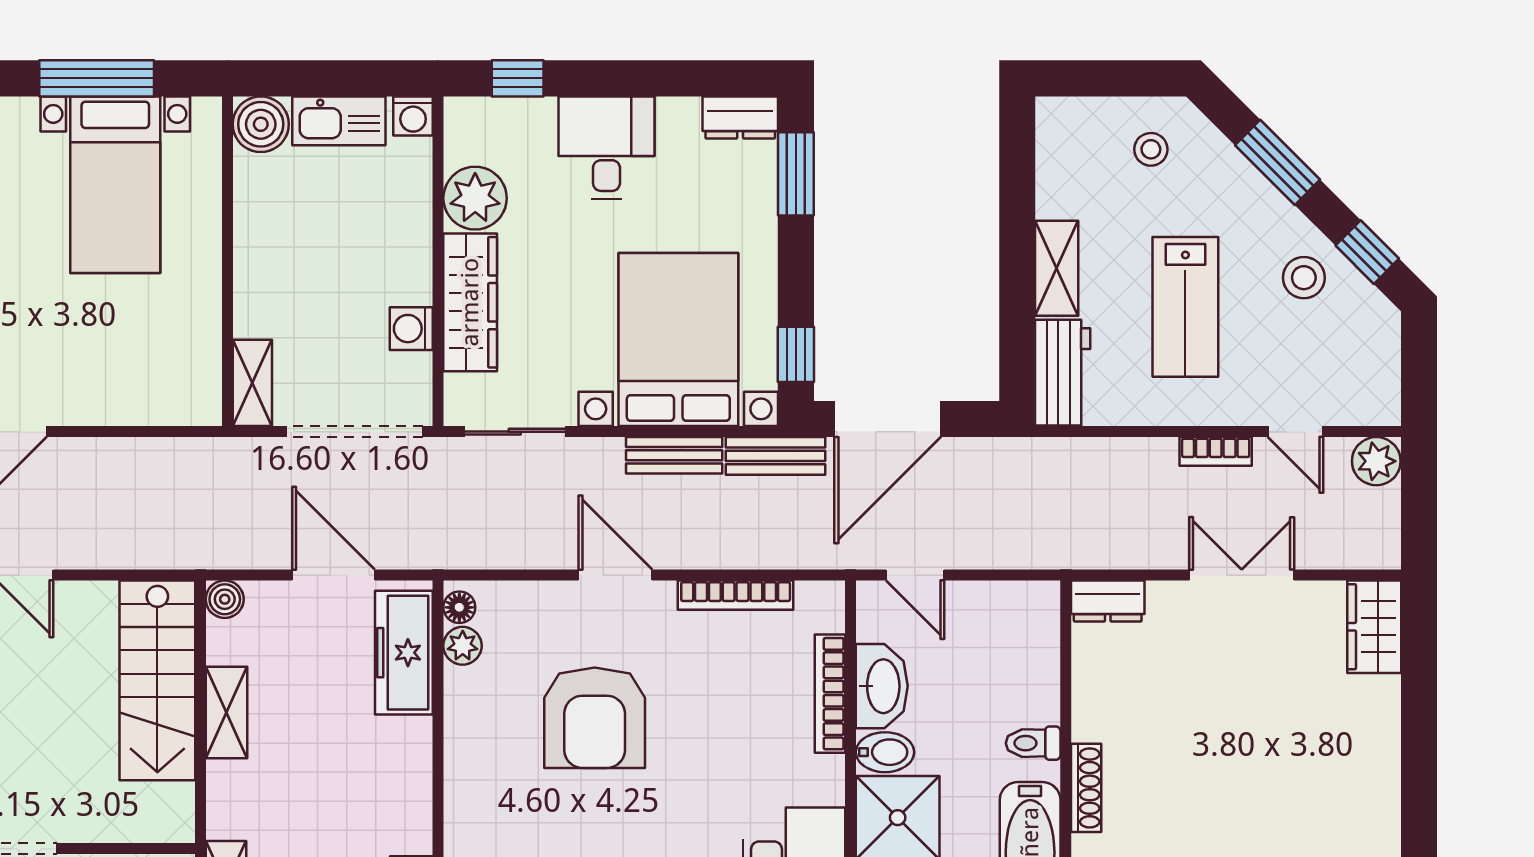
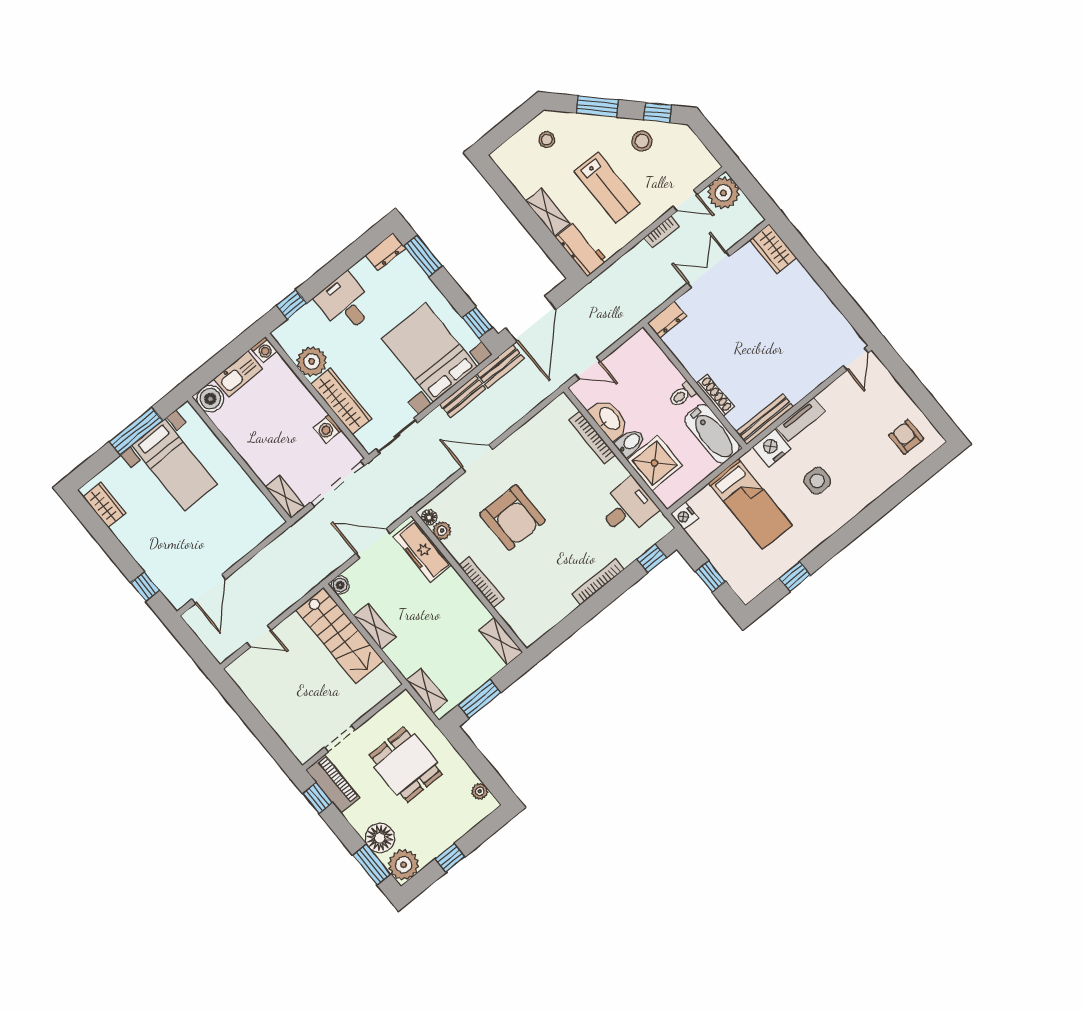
plant: (1376, 461) -> (723, 193), width x1.36, depth x1.36
bookcase: (736, 595) -> (481, 582), moved, turned -90

